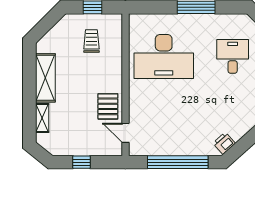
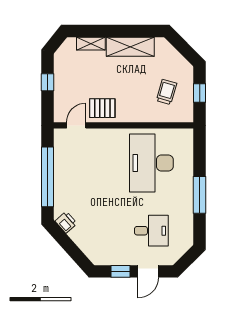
trolley: (91, 41) -> (167, 92), turned -74

